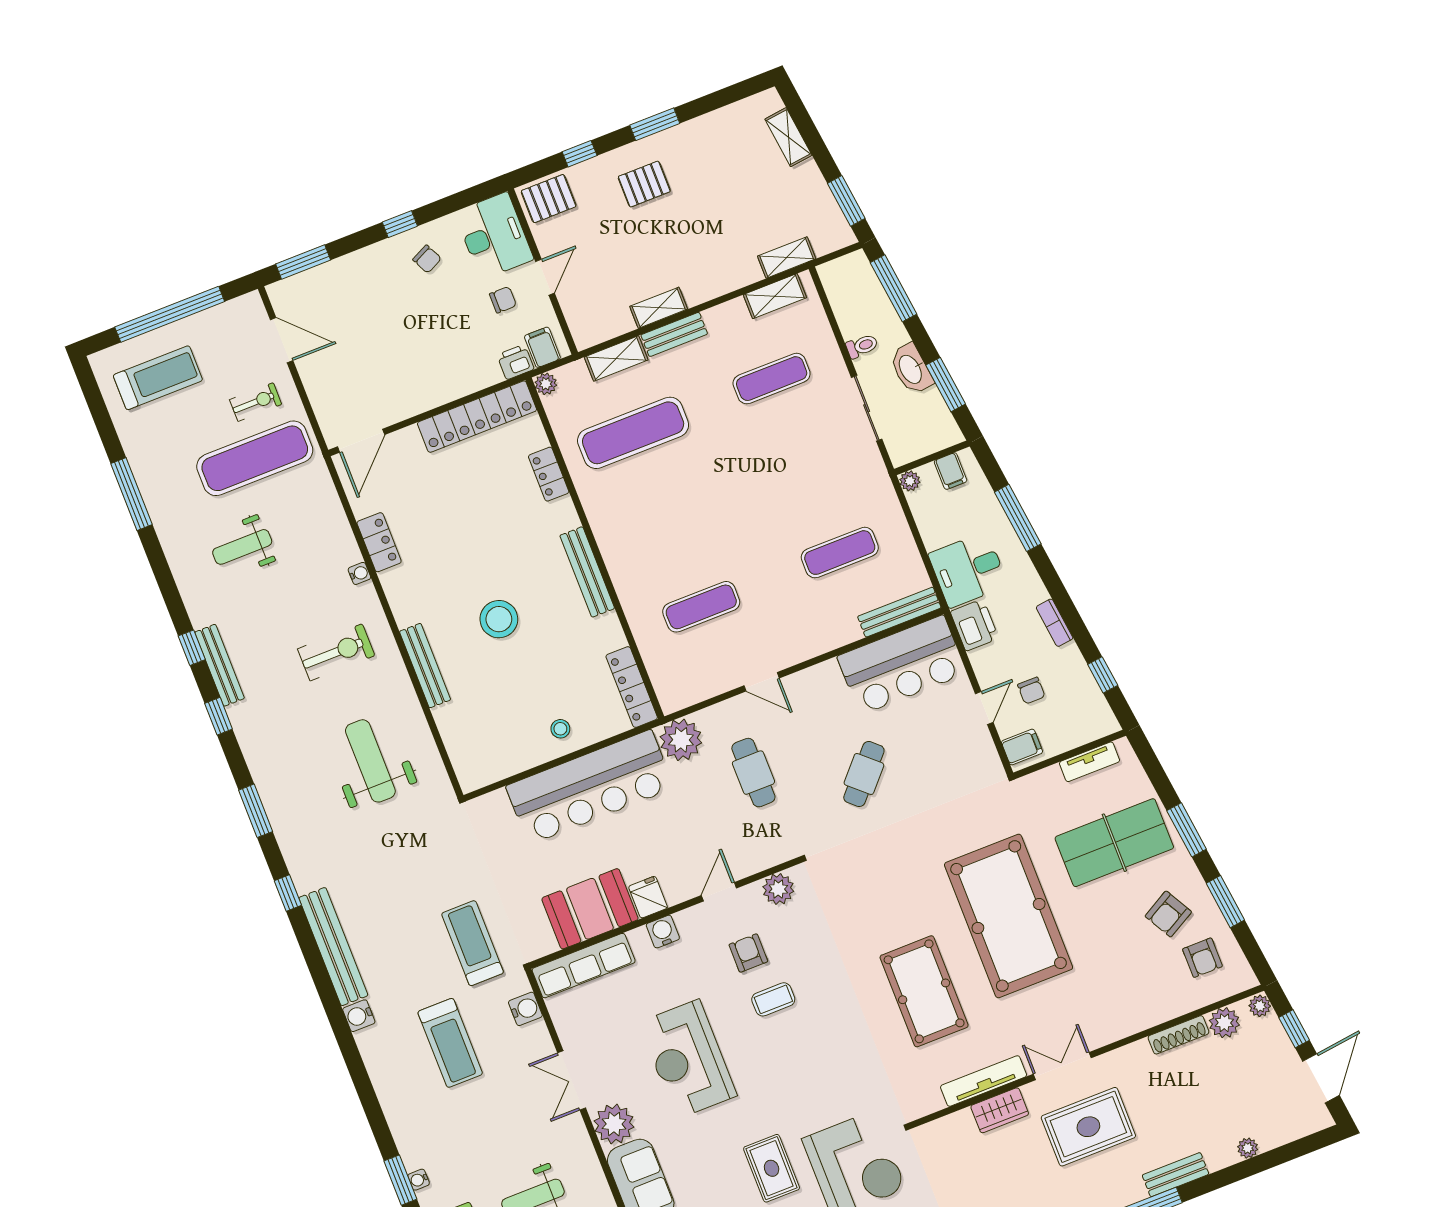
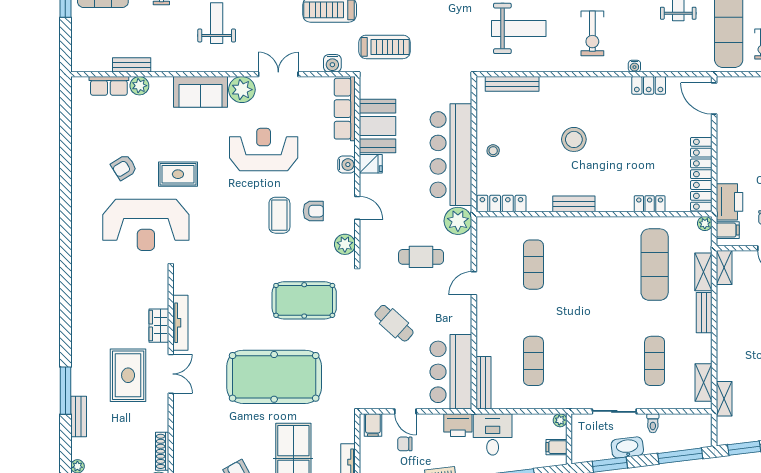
shelving: (659, 308) -> (724, 268), moved
printer: (516, 362) -> (729, 202), width x1.87, depth x1.48
bench: (587, 572) -> (574, 204), width x0.73
bench: (425, 666) -> (512, 84), moved
pool table: (924, 991) -> (304, 300), moved
coffee table: (773, 999) -> (279, 215), width x1.36, depth x1.30

